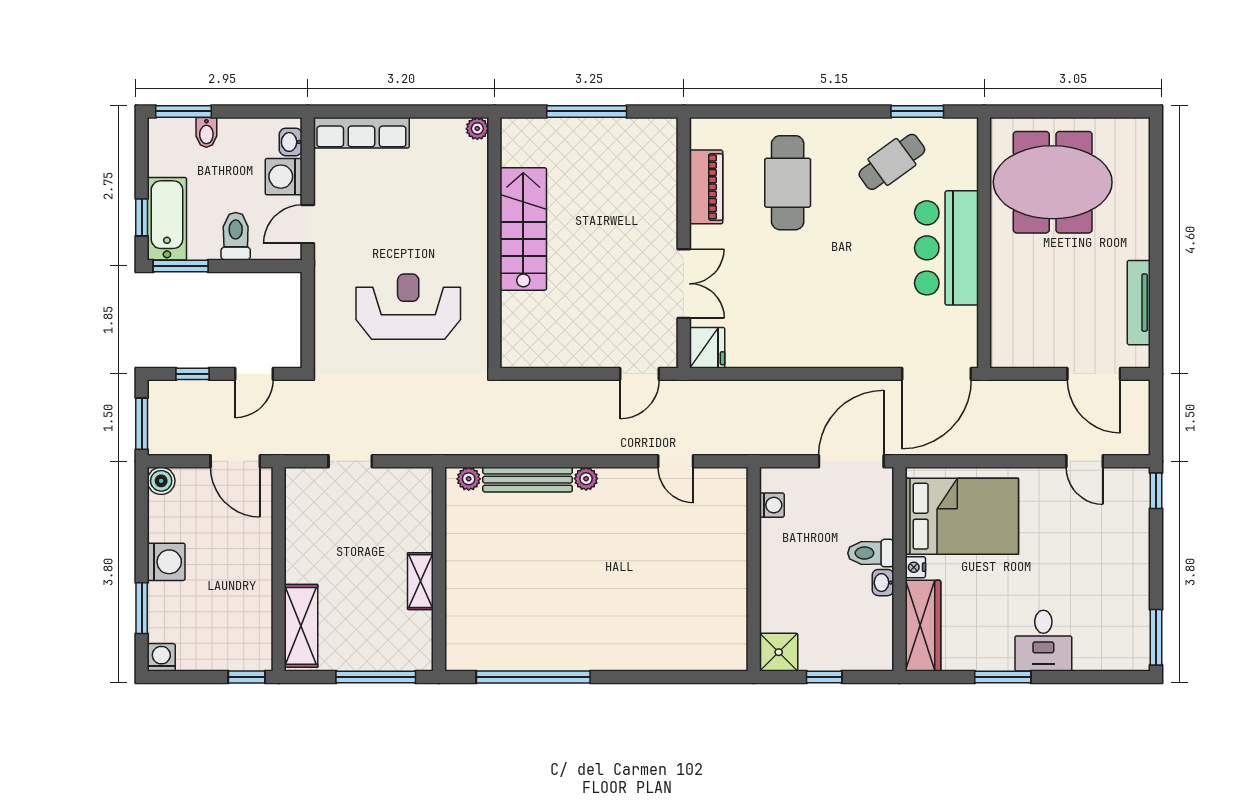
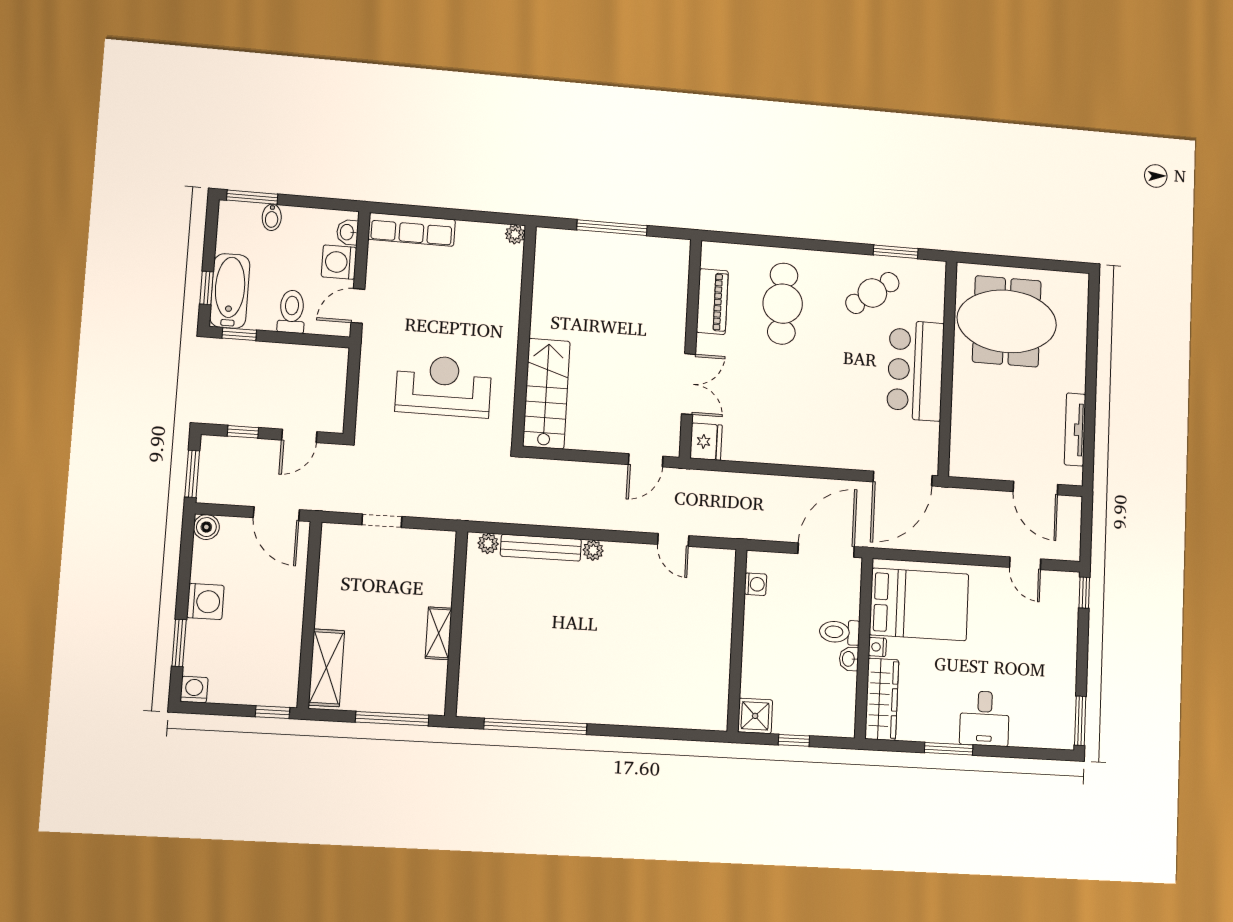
stairs: (523, 229) -> (546, 394), moved
window: (181, 266) -> (239, 334), width x0.67

